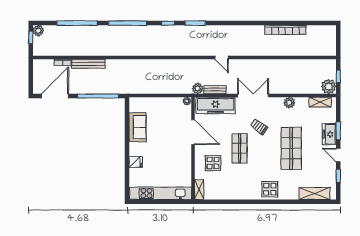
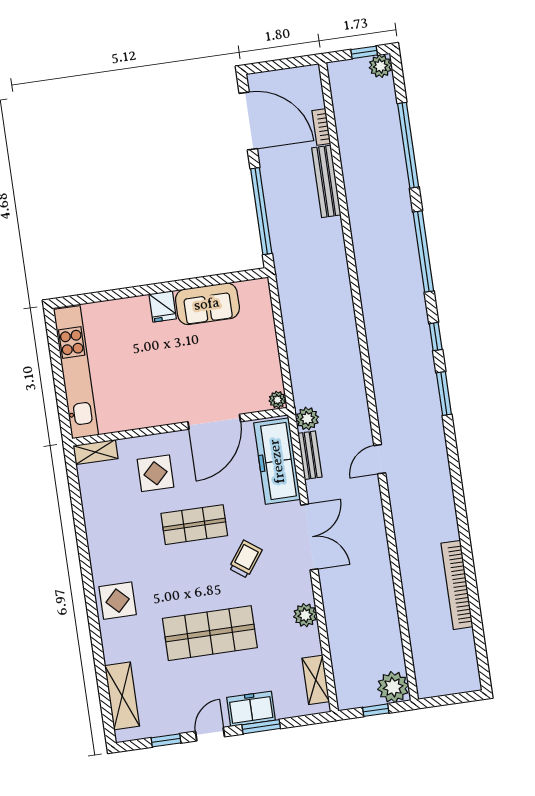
plant: (329, 86) -> (393, 687), moved
fridge: (136, 162) -> (163, 306), moved

